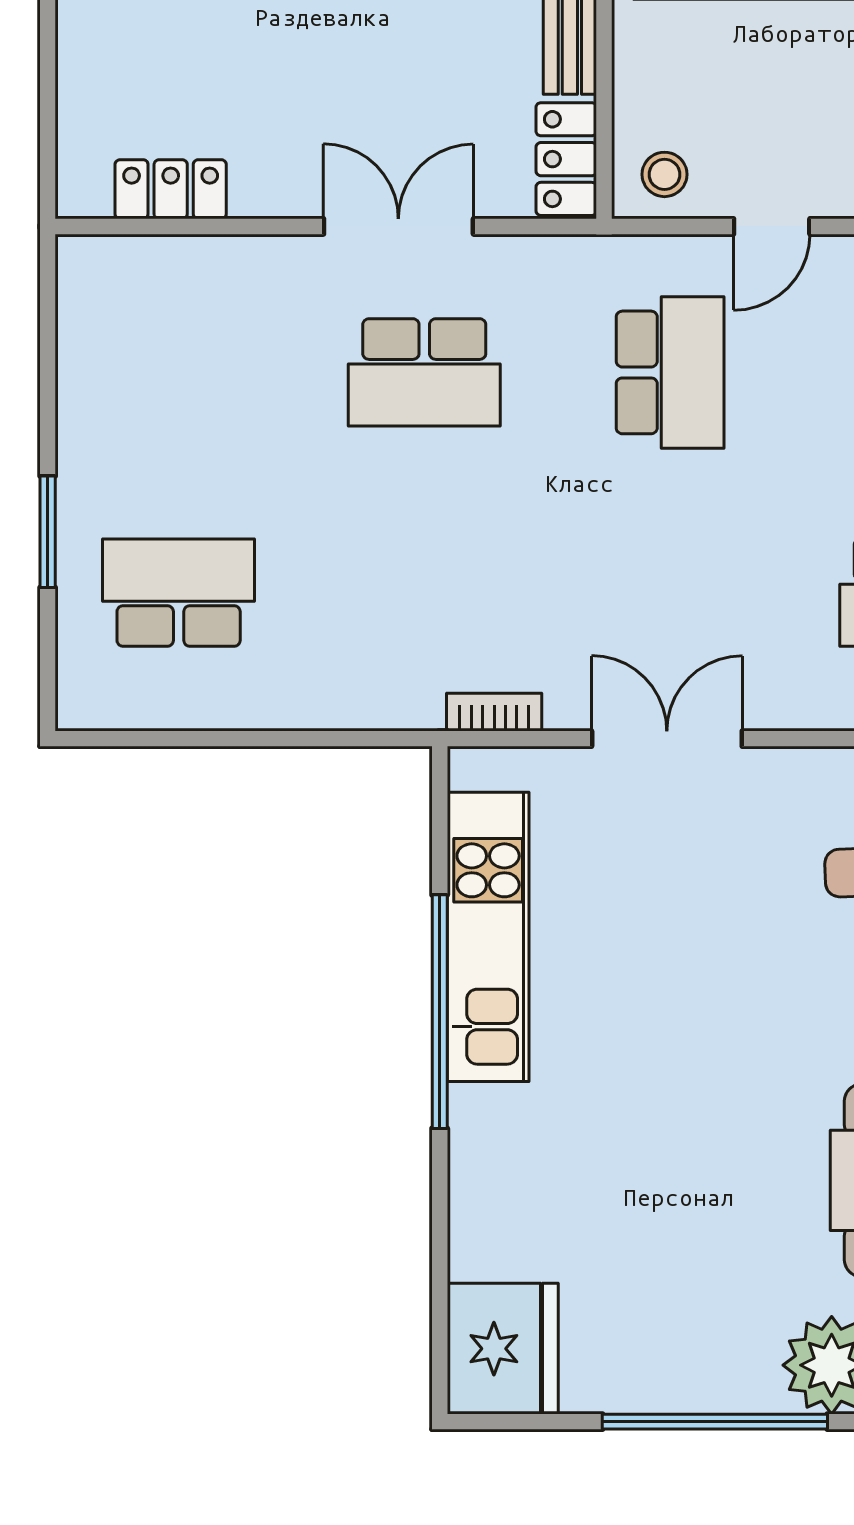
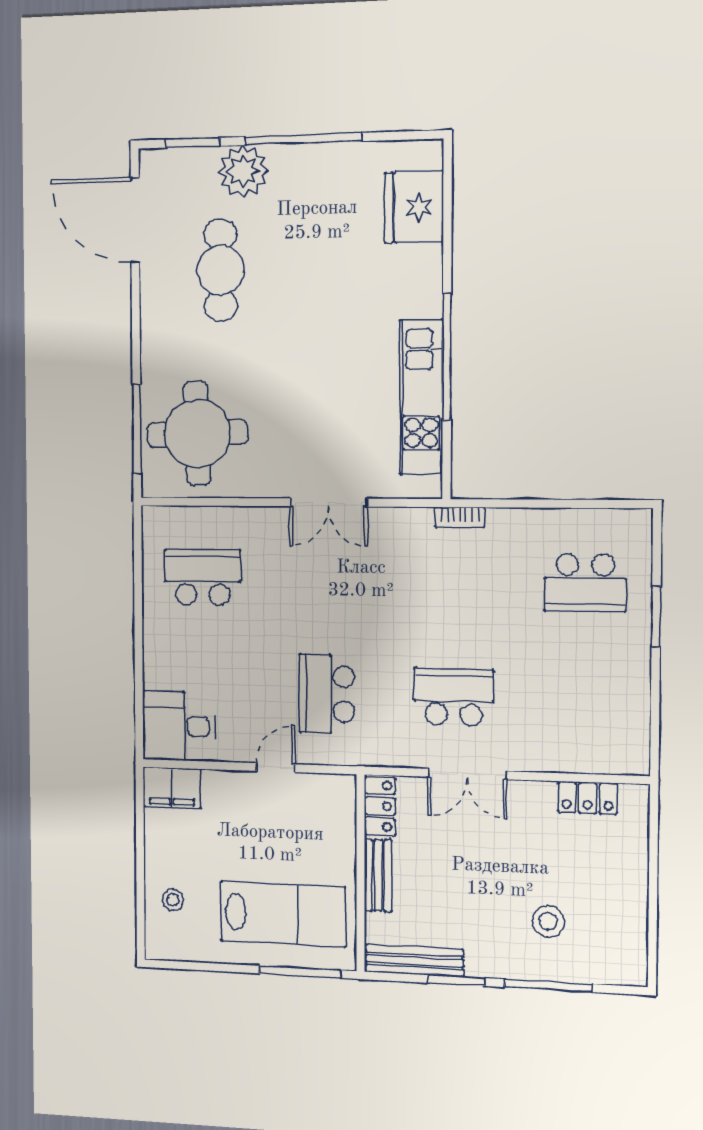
stool: (664, 174) -> (330, 796), removed
bookcase: (494, 712) -> (460, 517), moved
fridge: (503, 1349) -> (414, 207), moved

